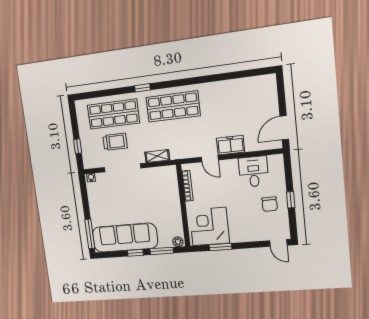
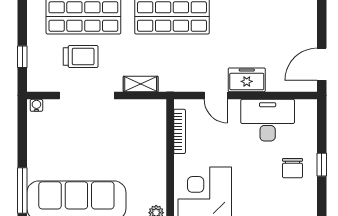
desk: (254, 172) -> (268, 120), width x1.37

